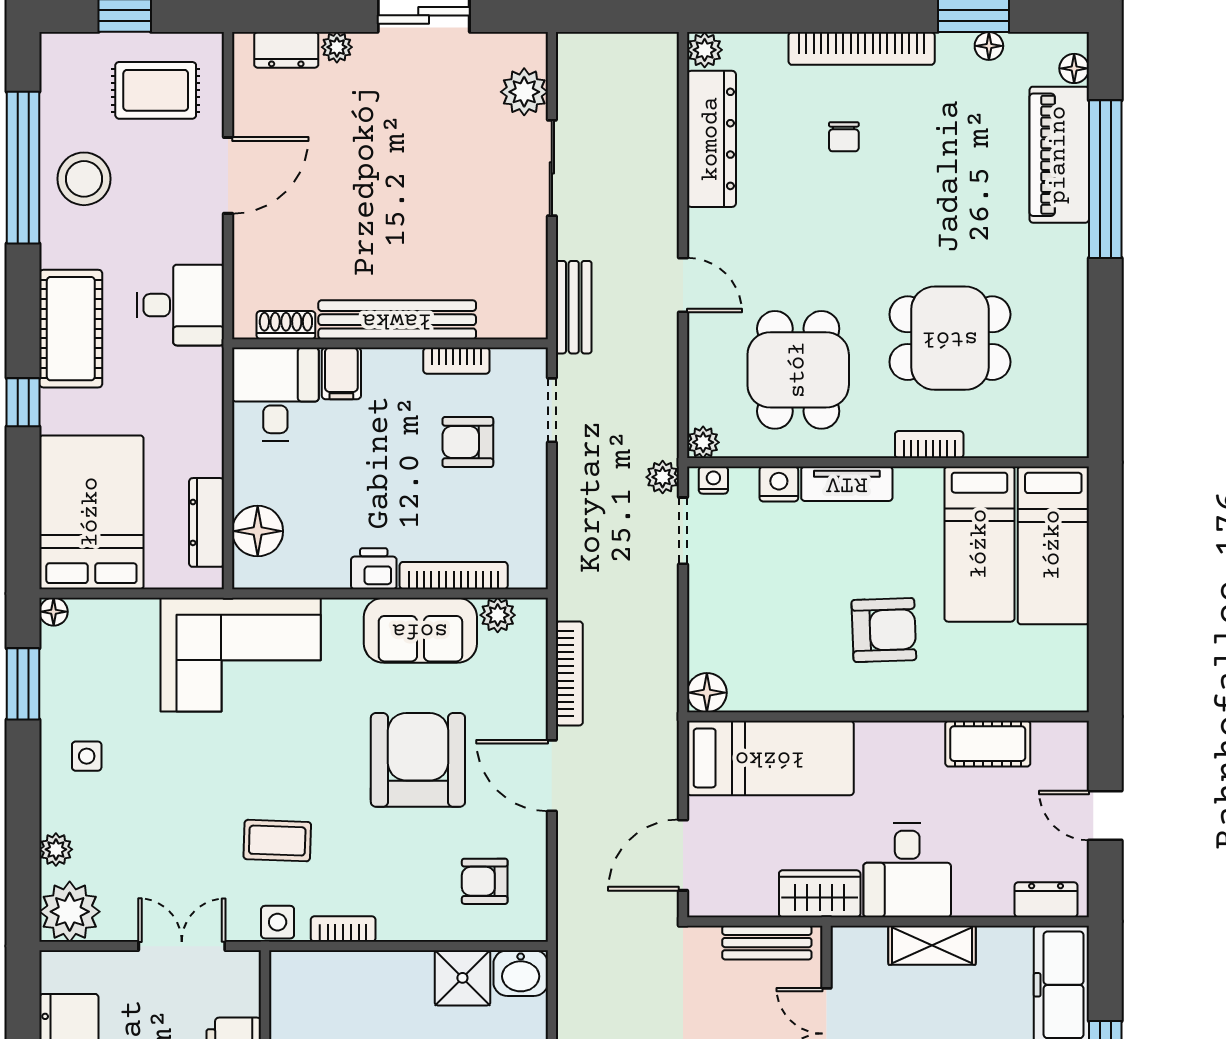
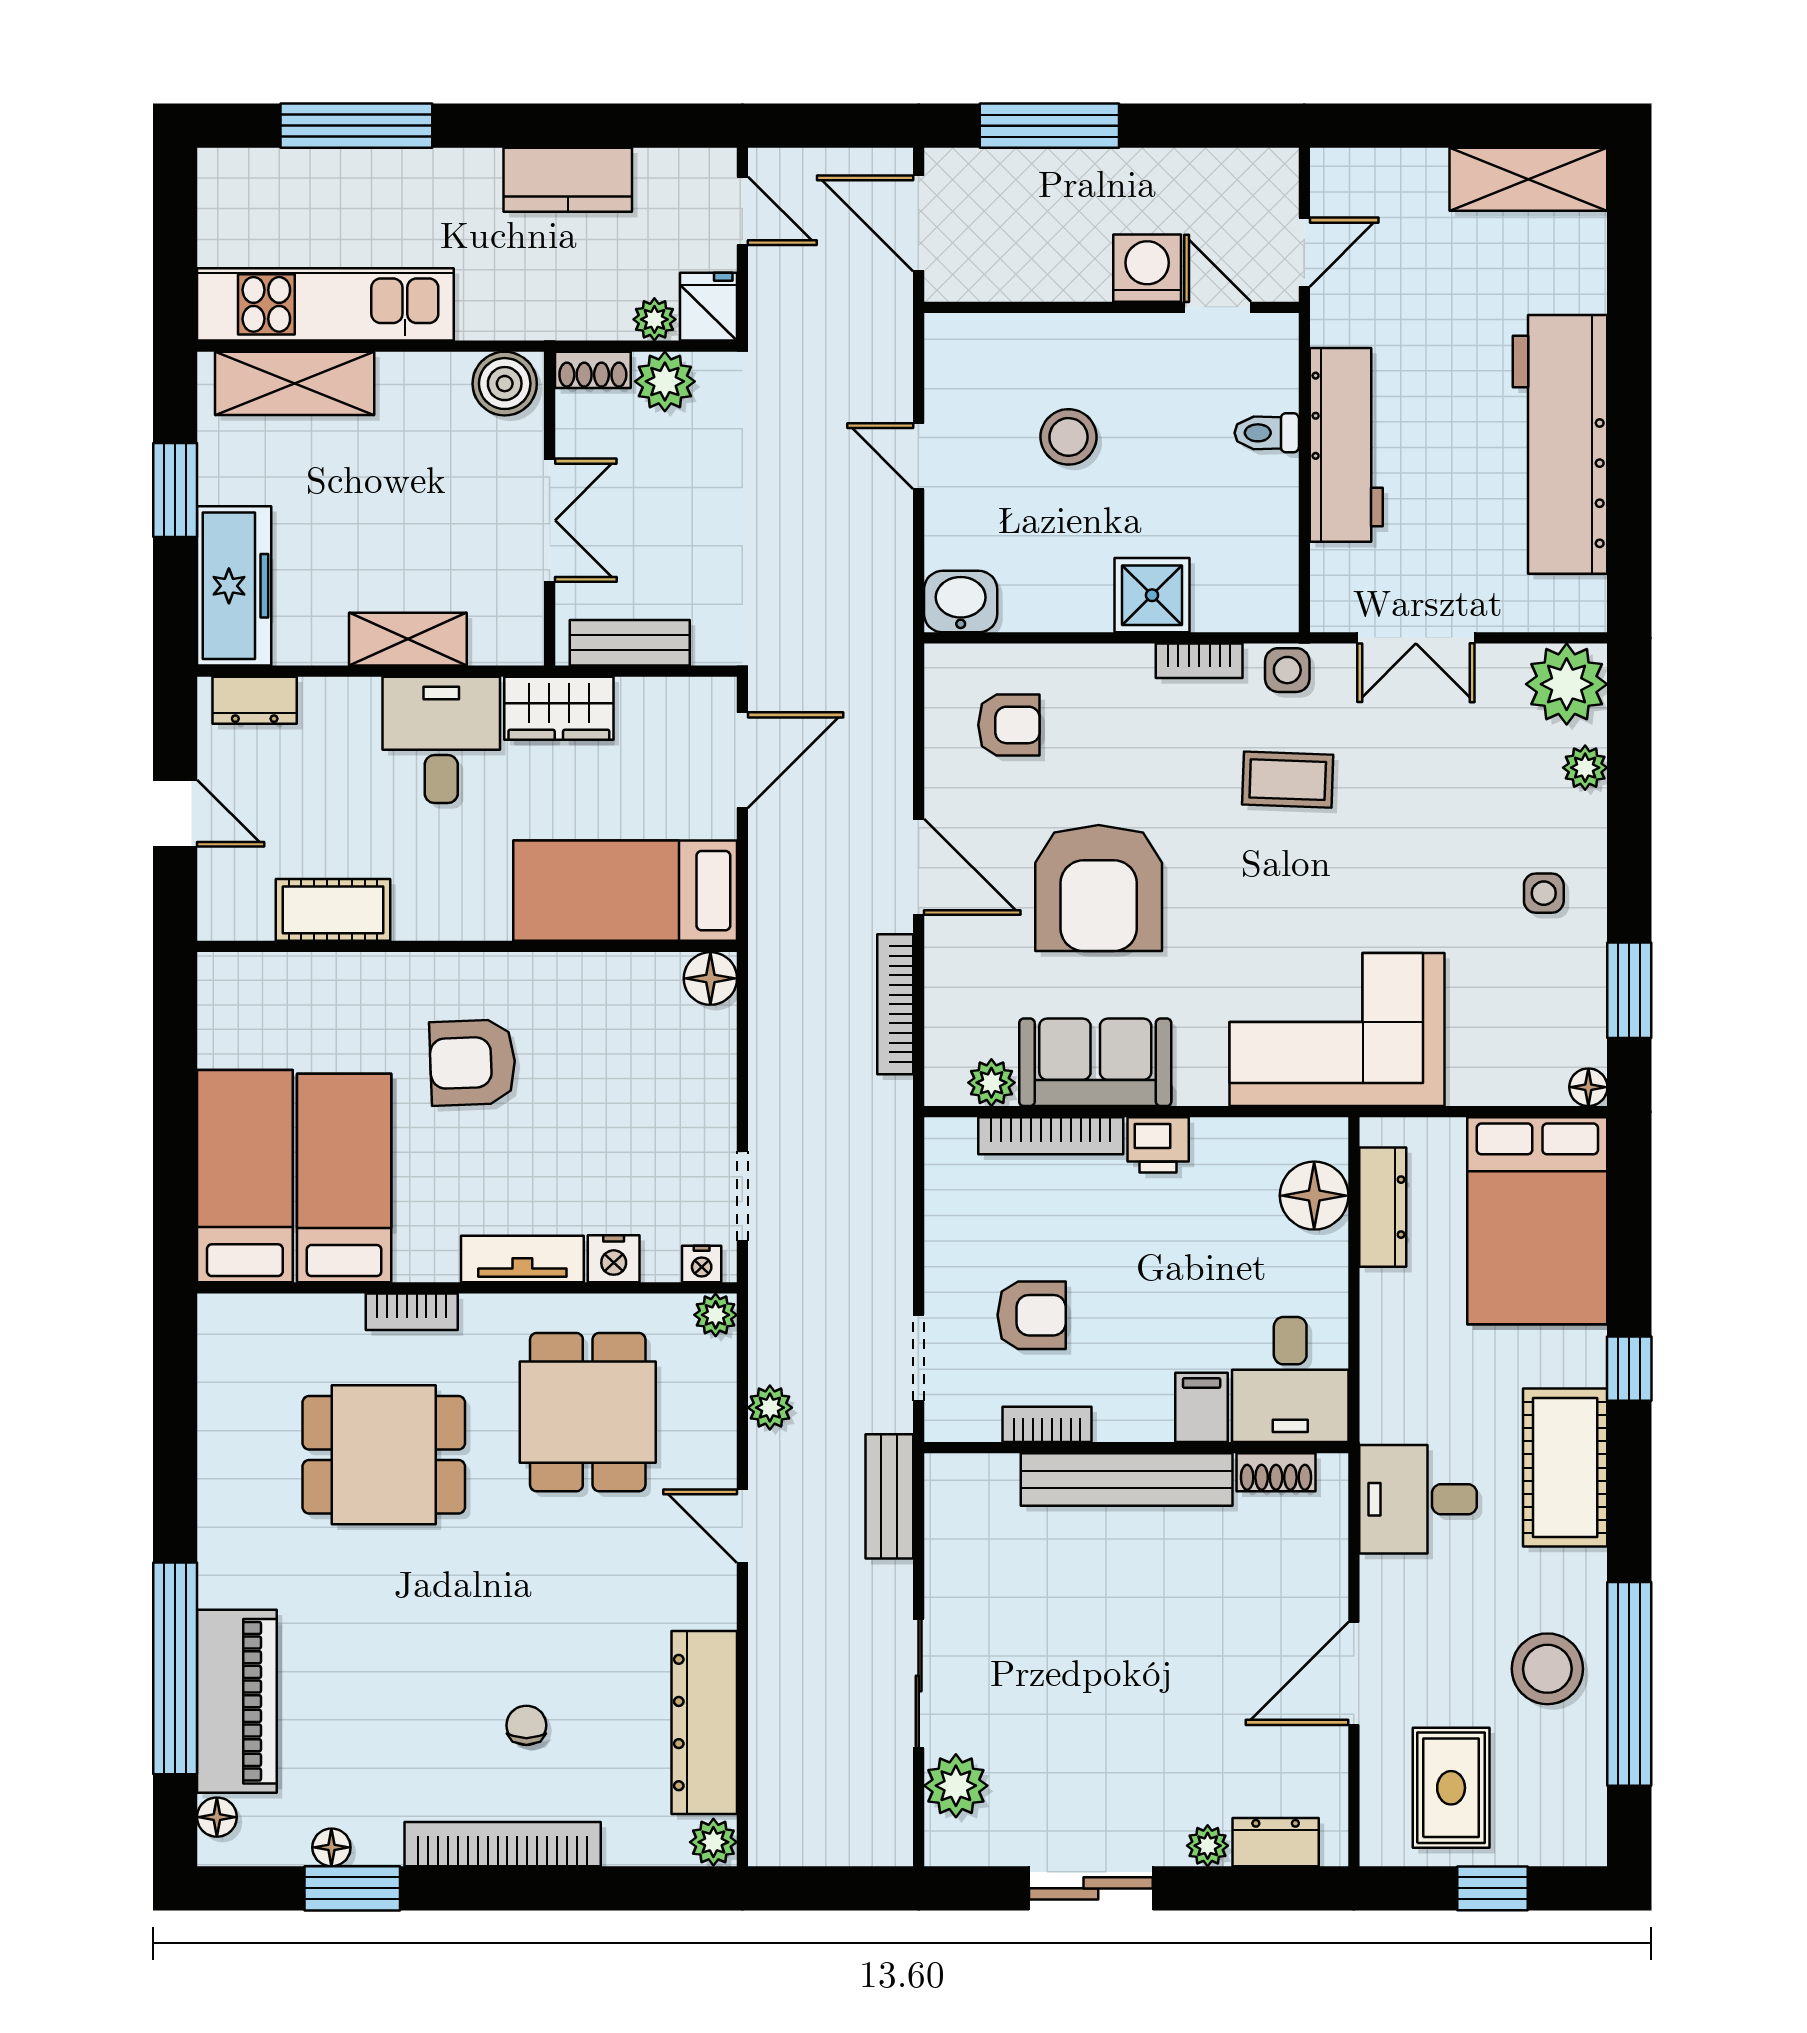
rug: (156, 90) -> (1451, 1788), turned 90
plant: (663, 477) -> (770, 1408), moved
shower: (462, 978) -> (1152, 595), moved

